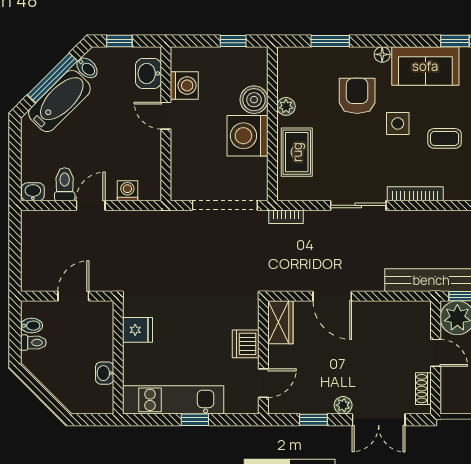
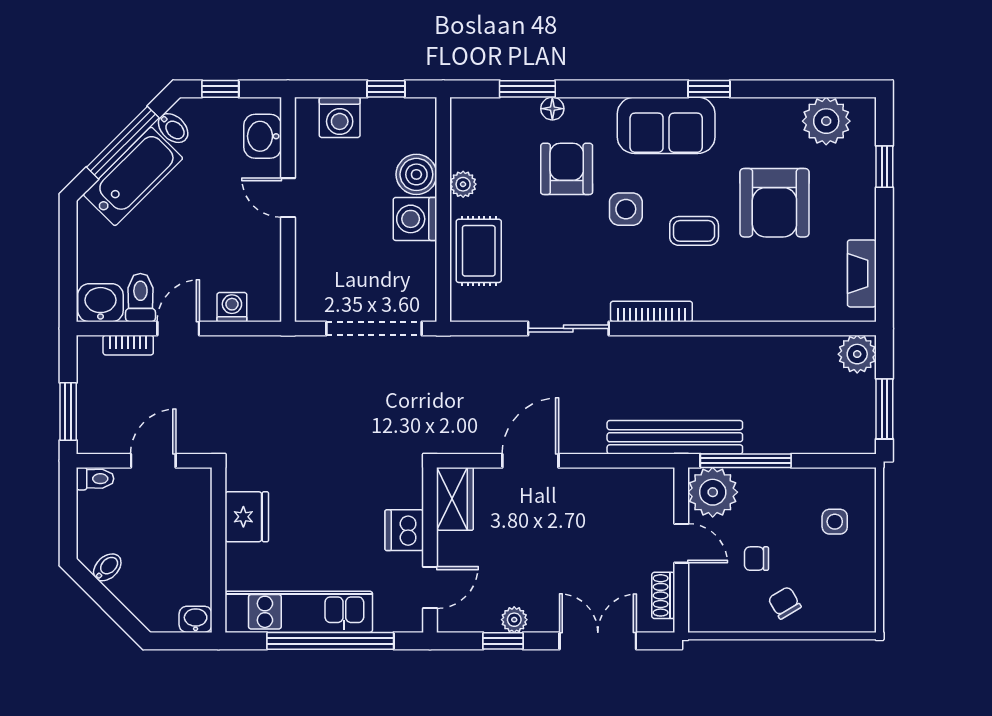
floor lamp: (382, 54) -> (552, 109), moved
washing machine: (184, 85) -> (340, 117), moved, turned 90
washing machine: (248, 136) -> (415, 219), width x0.73, depth x0.73
washbasin: (33, 192) -> (100, 303), width x1.38, depth x1.45
bookcase: (286, 217) -> (128, 345), moved
window: (15, 262) -> (68, 411), added
door: (332, 296) -> (530, 461), swing flipped
bidet: (32, 326) -> (107, 567), moved, turned -45
fridge: (138, 330) -> (247, 517), width x1.38
toilet: (33, 343) -> (95, 479), moved
washbasin: (105, 373) -> (196, 619), moved, turned 90
plant: (343, 405) -> (514, 620), moved
window: (195, 420) -> (330, 641), width x3.17
double door: (379, 420) -> (598, 641), swing flipped

